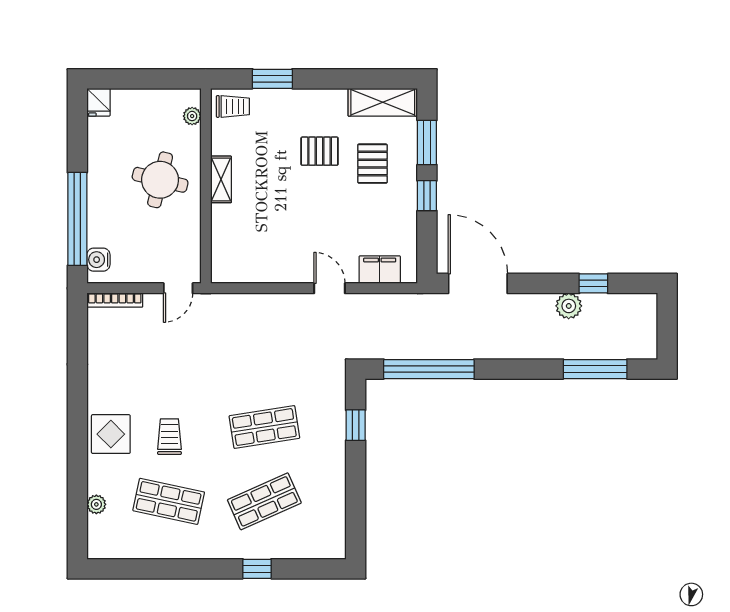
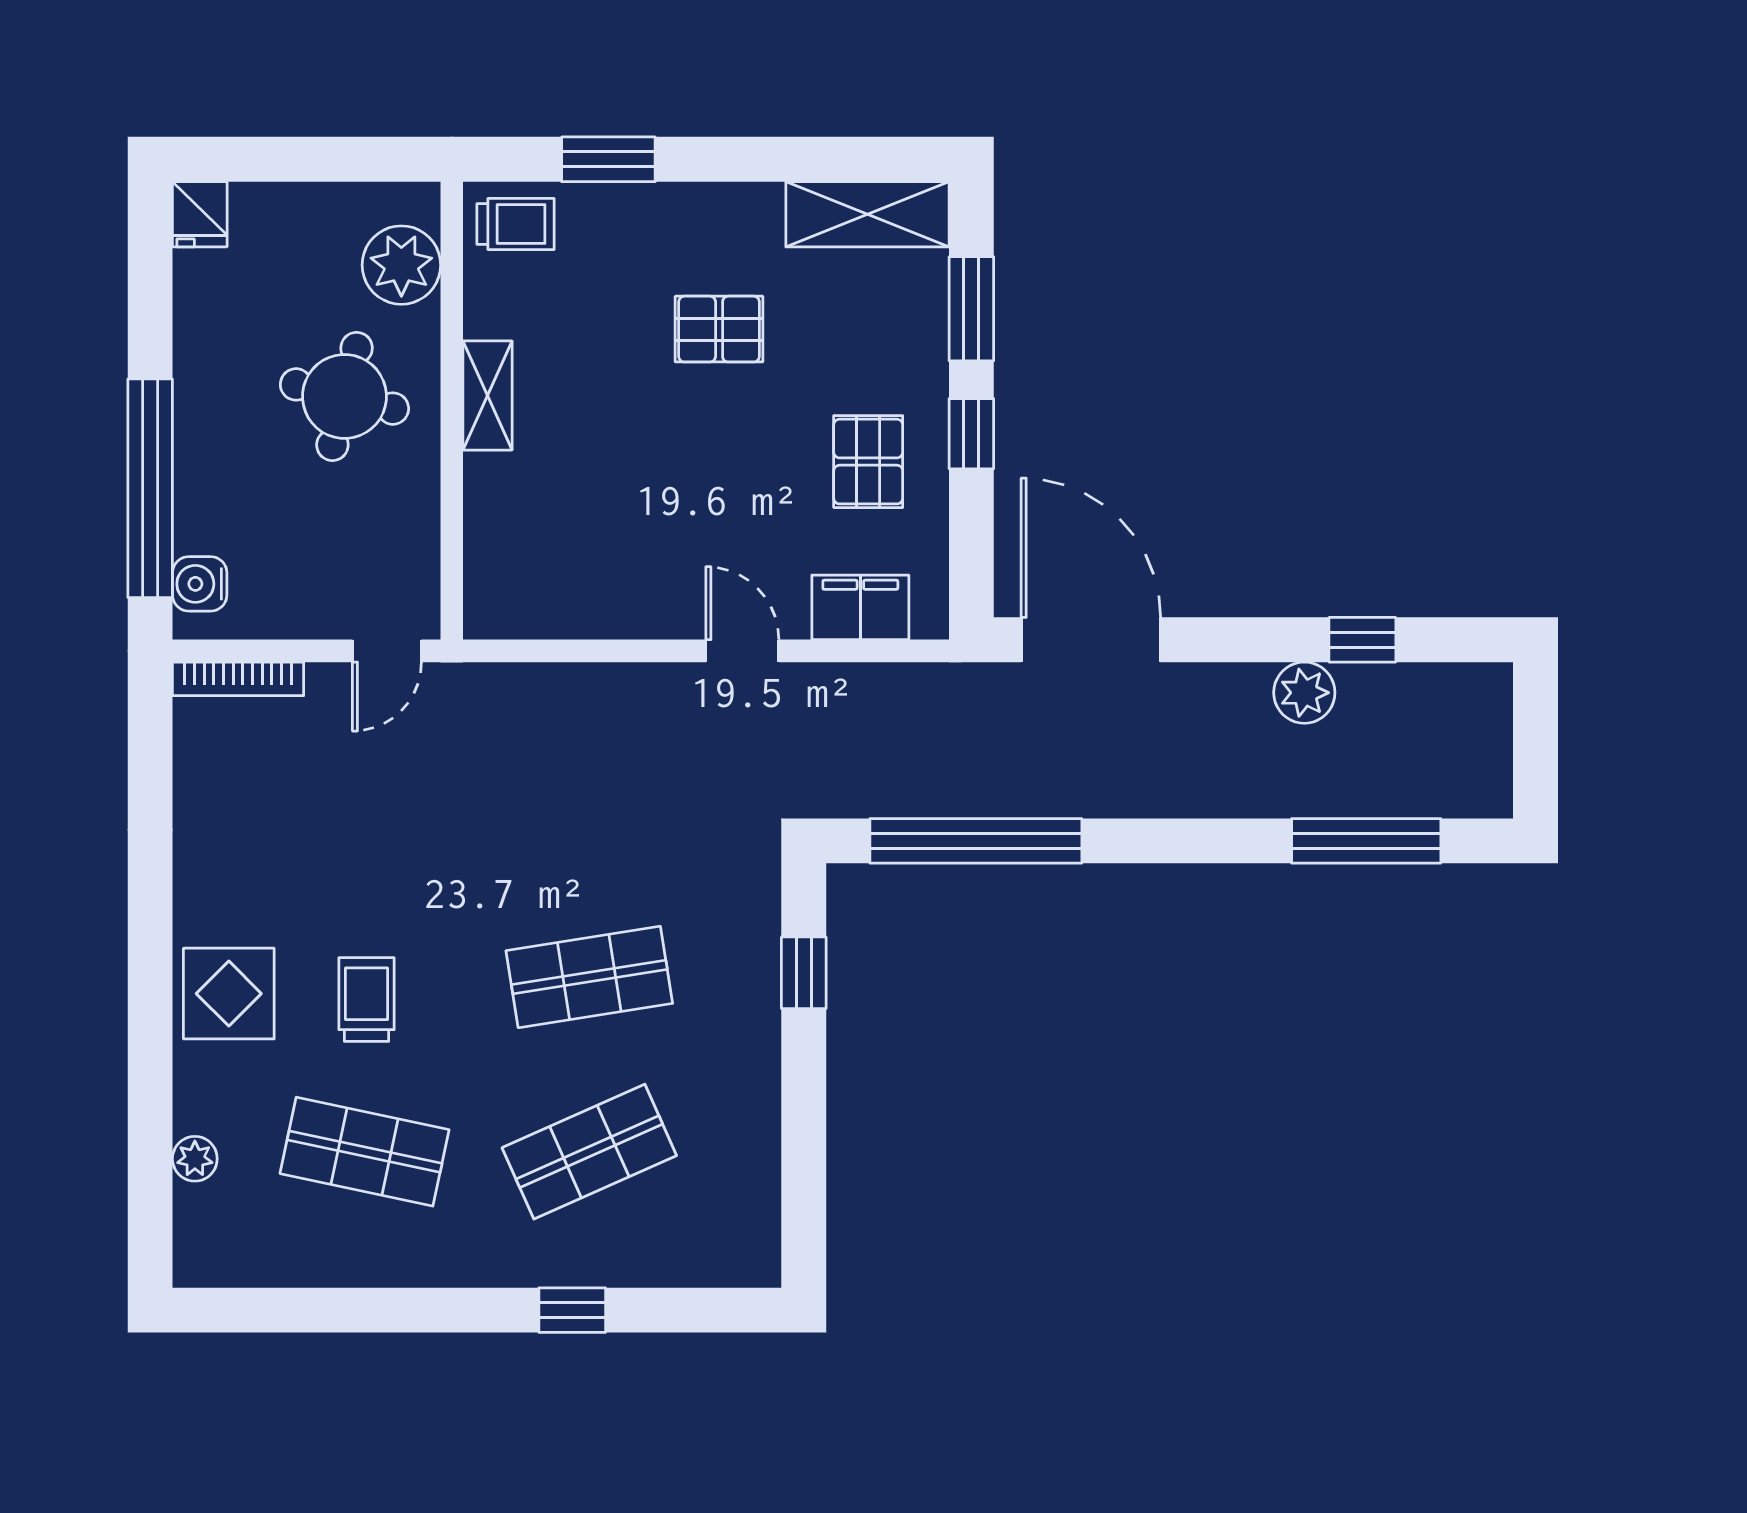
plant: (192, 116) -> (401, 265), width x1.87, depth x1.87
pallet: (372, 164) -> (868, 462), moved

